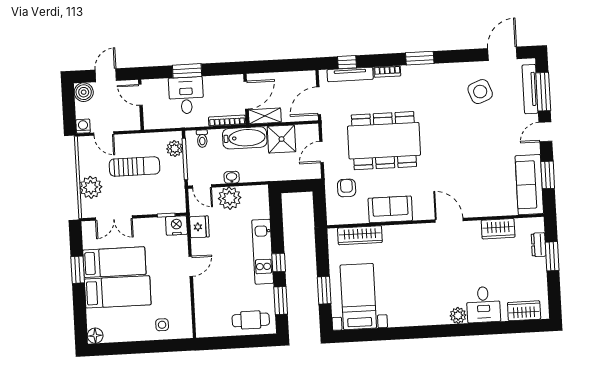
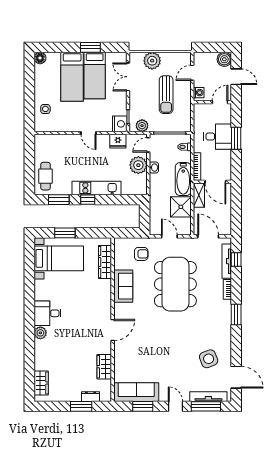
washing machine: (83, 126) -> (199, 93), moved
plant: (175, 149) -> (142, 126), moved
desk: (483, 305) -> (48, 313), moved

